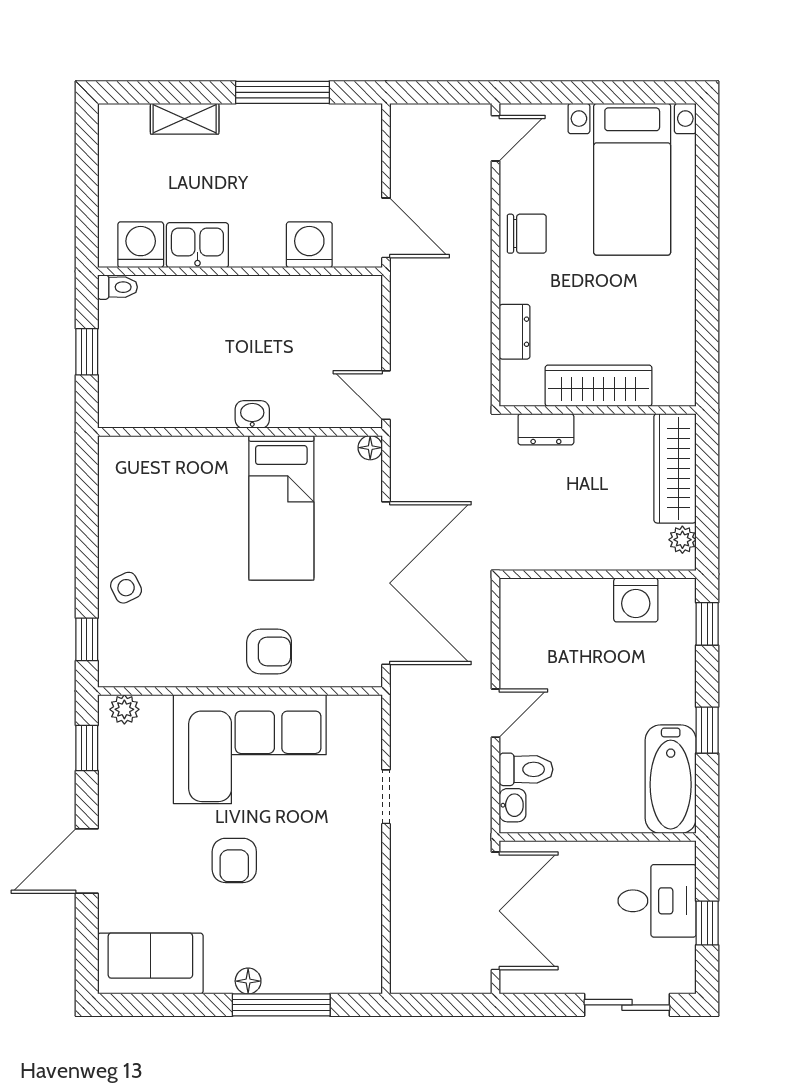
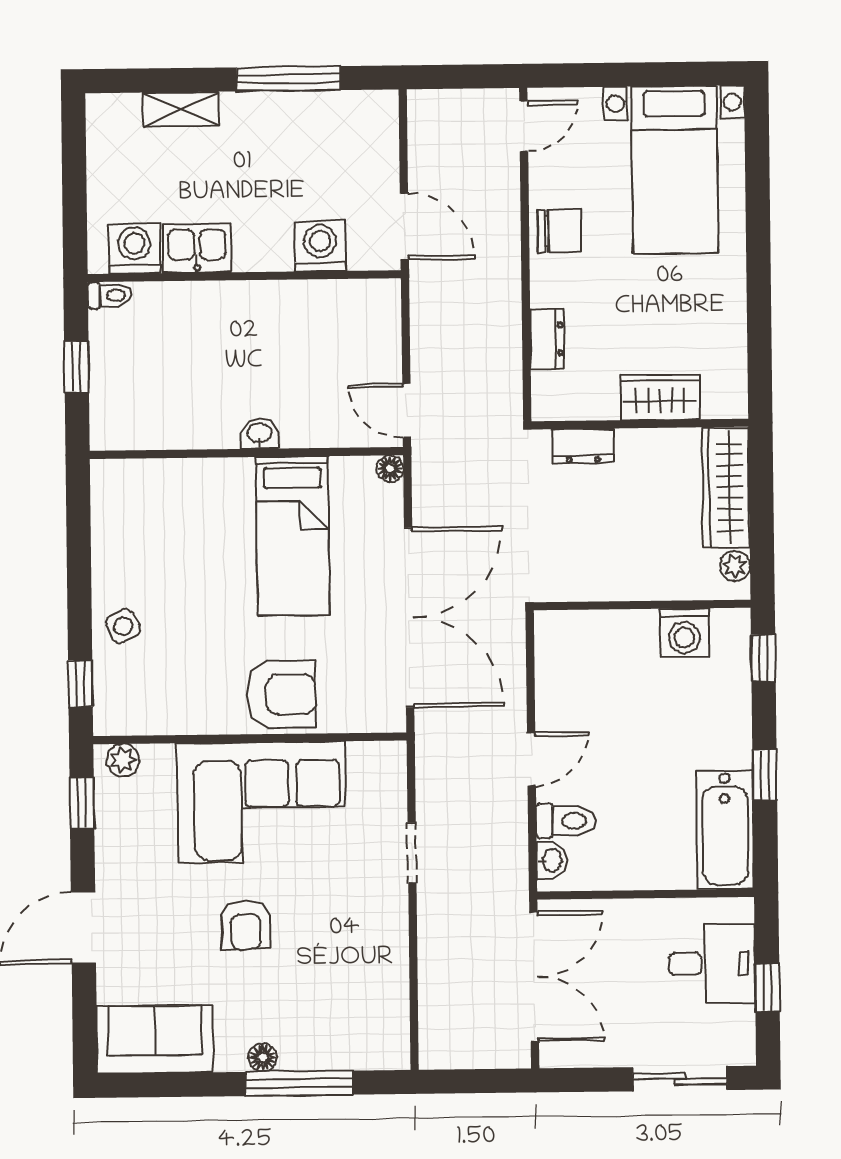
wardrobe: (598, 386) -> (660, 397), width x0.67
armchair: (269, 651) -> (281, 694), width x1.38, depth x1.38

